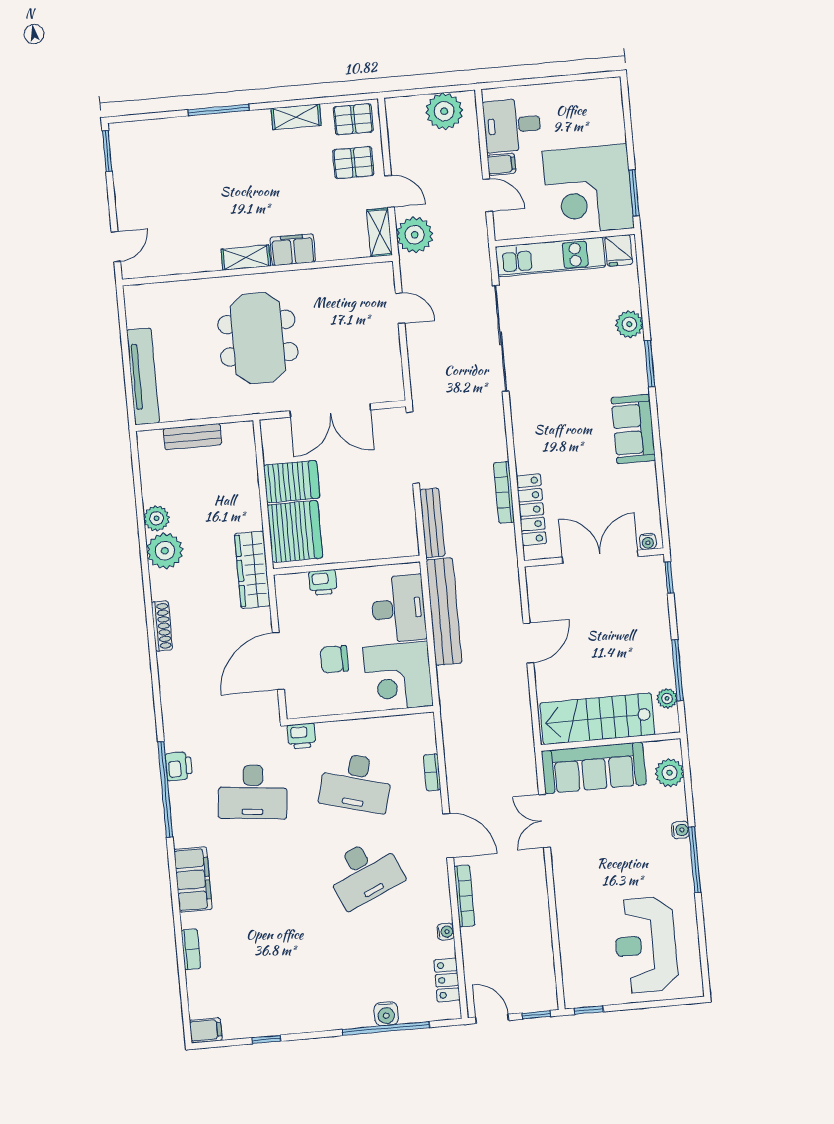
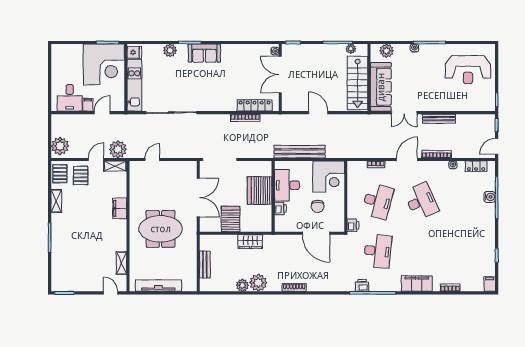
plant: (444, 111) -> (60, 146), moved
shelving: (246, 258) -> (121, 263), moved
tv unit: (143, 376) -> (158, 286), moved
sofa: (633, 429) -> (204, 53), moved
bench: (432, 523) -> (439, 119), moved
server rack: (295, 531) -> (260, 191), moved, turned -90
wardrobe: (252, 570) -> (250, 242), moved, width x0.67
desk: (399, 609) -> (287, 185), moved, turned -90

